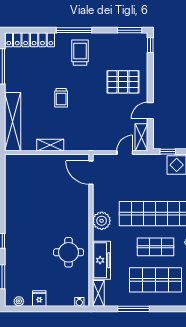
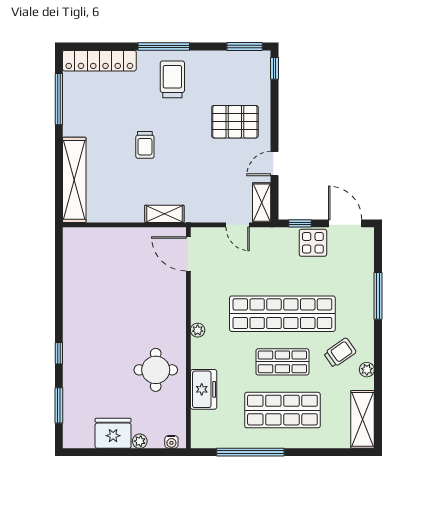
shelving: (50, 145) -> (164, 214), moved
door: (125, 153) -> (238, 225), swing flipped
plant: (102, 221) -> (198, 330), width x0.53, depth x0.53
freezer: (101, 260) -> (204, 389), width x0.71
shelving: (98, 293) -> (199, 430), removed
fridge: (39, 299) -> (113, 433), width x1.88, depth x1.34
plant: (19, 301) -> (140, 441), moved
window: (134, 309) -> (250, 452), width x1.46

